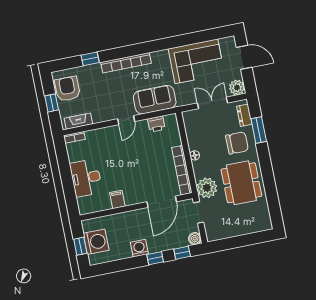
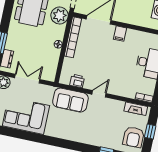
bookcase: (126, 63) -> (80, 138), removed
double door: (213, 103) -> (27, 79), swing flipped
chair: (237, 143) -> (22, 40), removed
filing cabinet: (117, 199) -> (120, 34), moved

